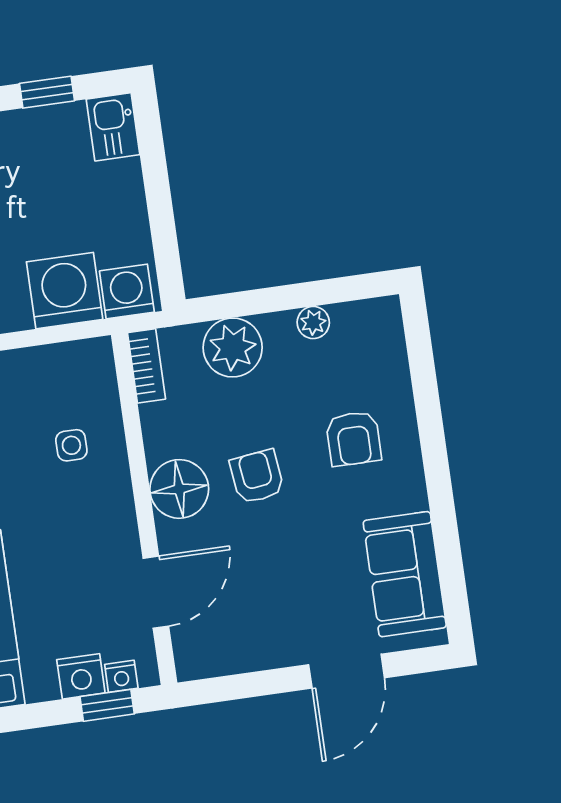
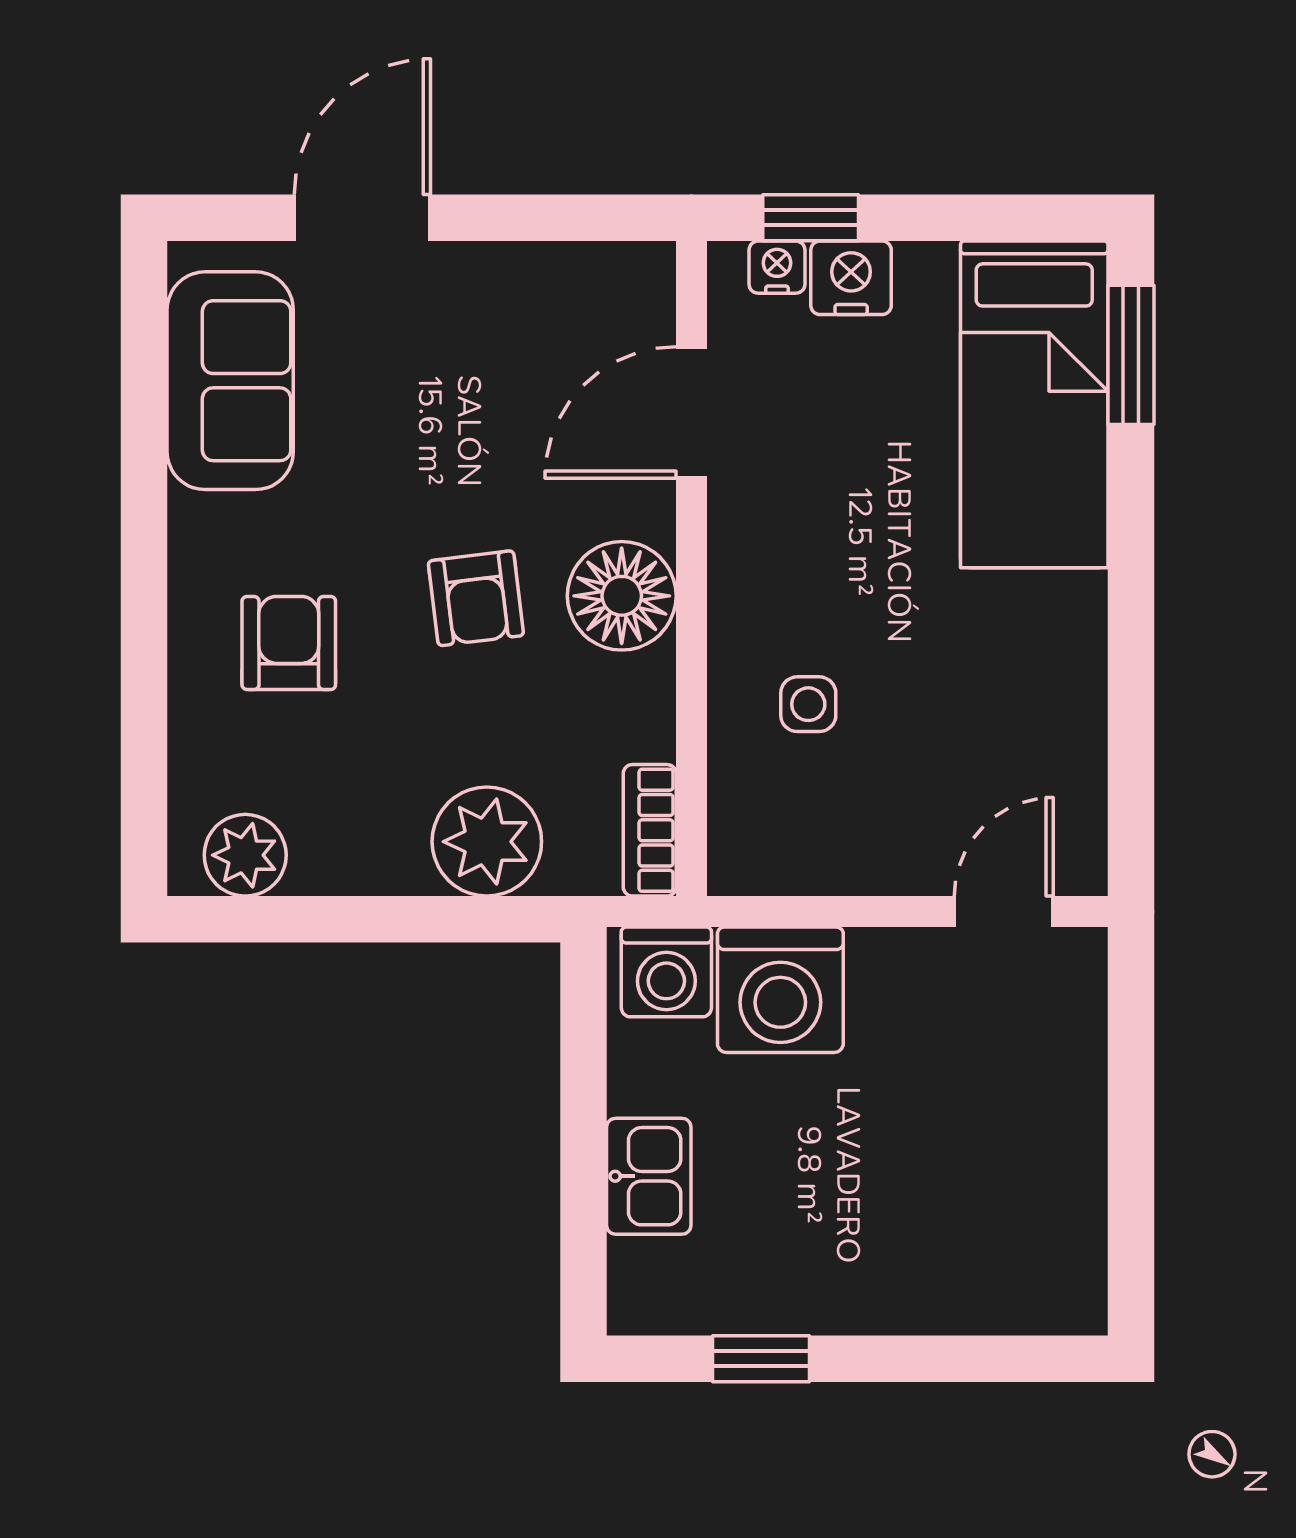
kitchen sink: (113, 127) -> (649, 1176), moved
plant: (313, 322) -> (245, 855), moved, width x1.38, depth x1.38

